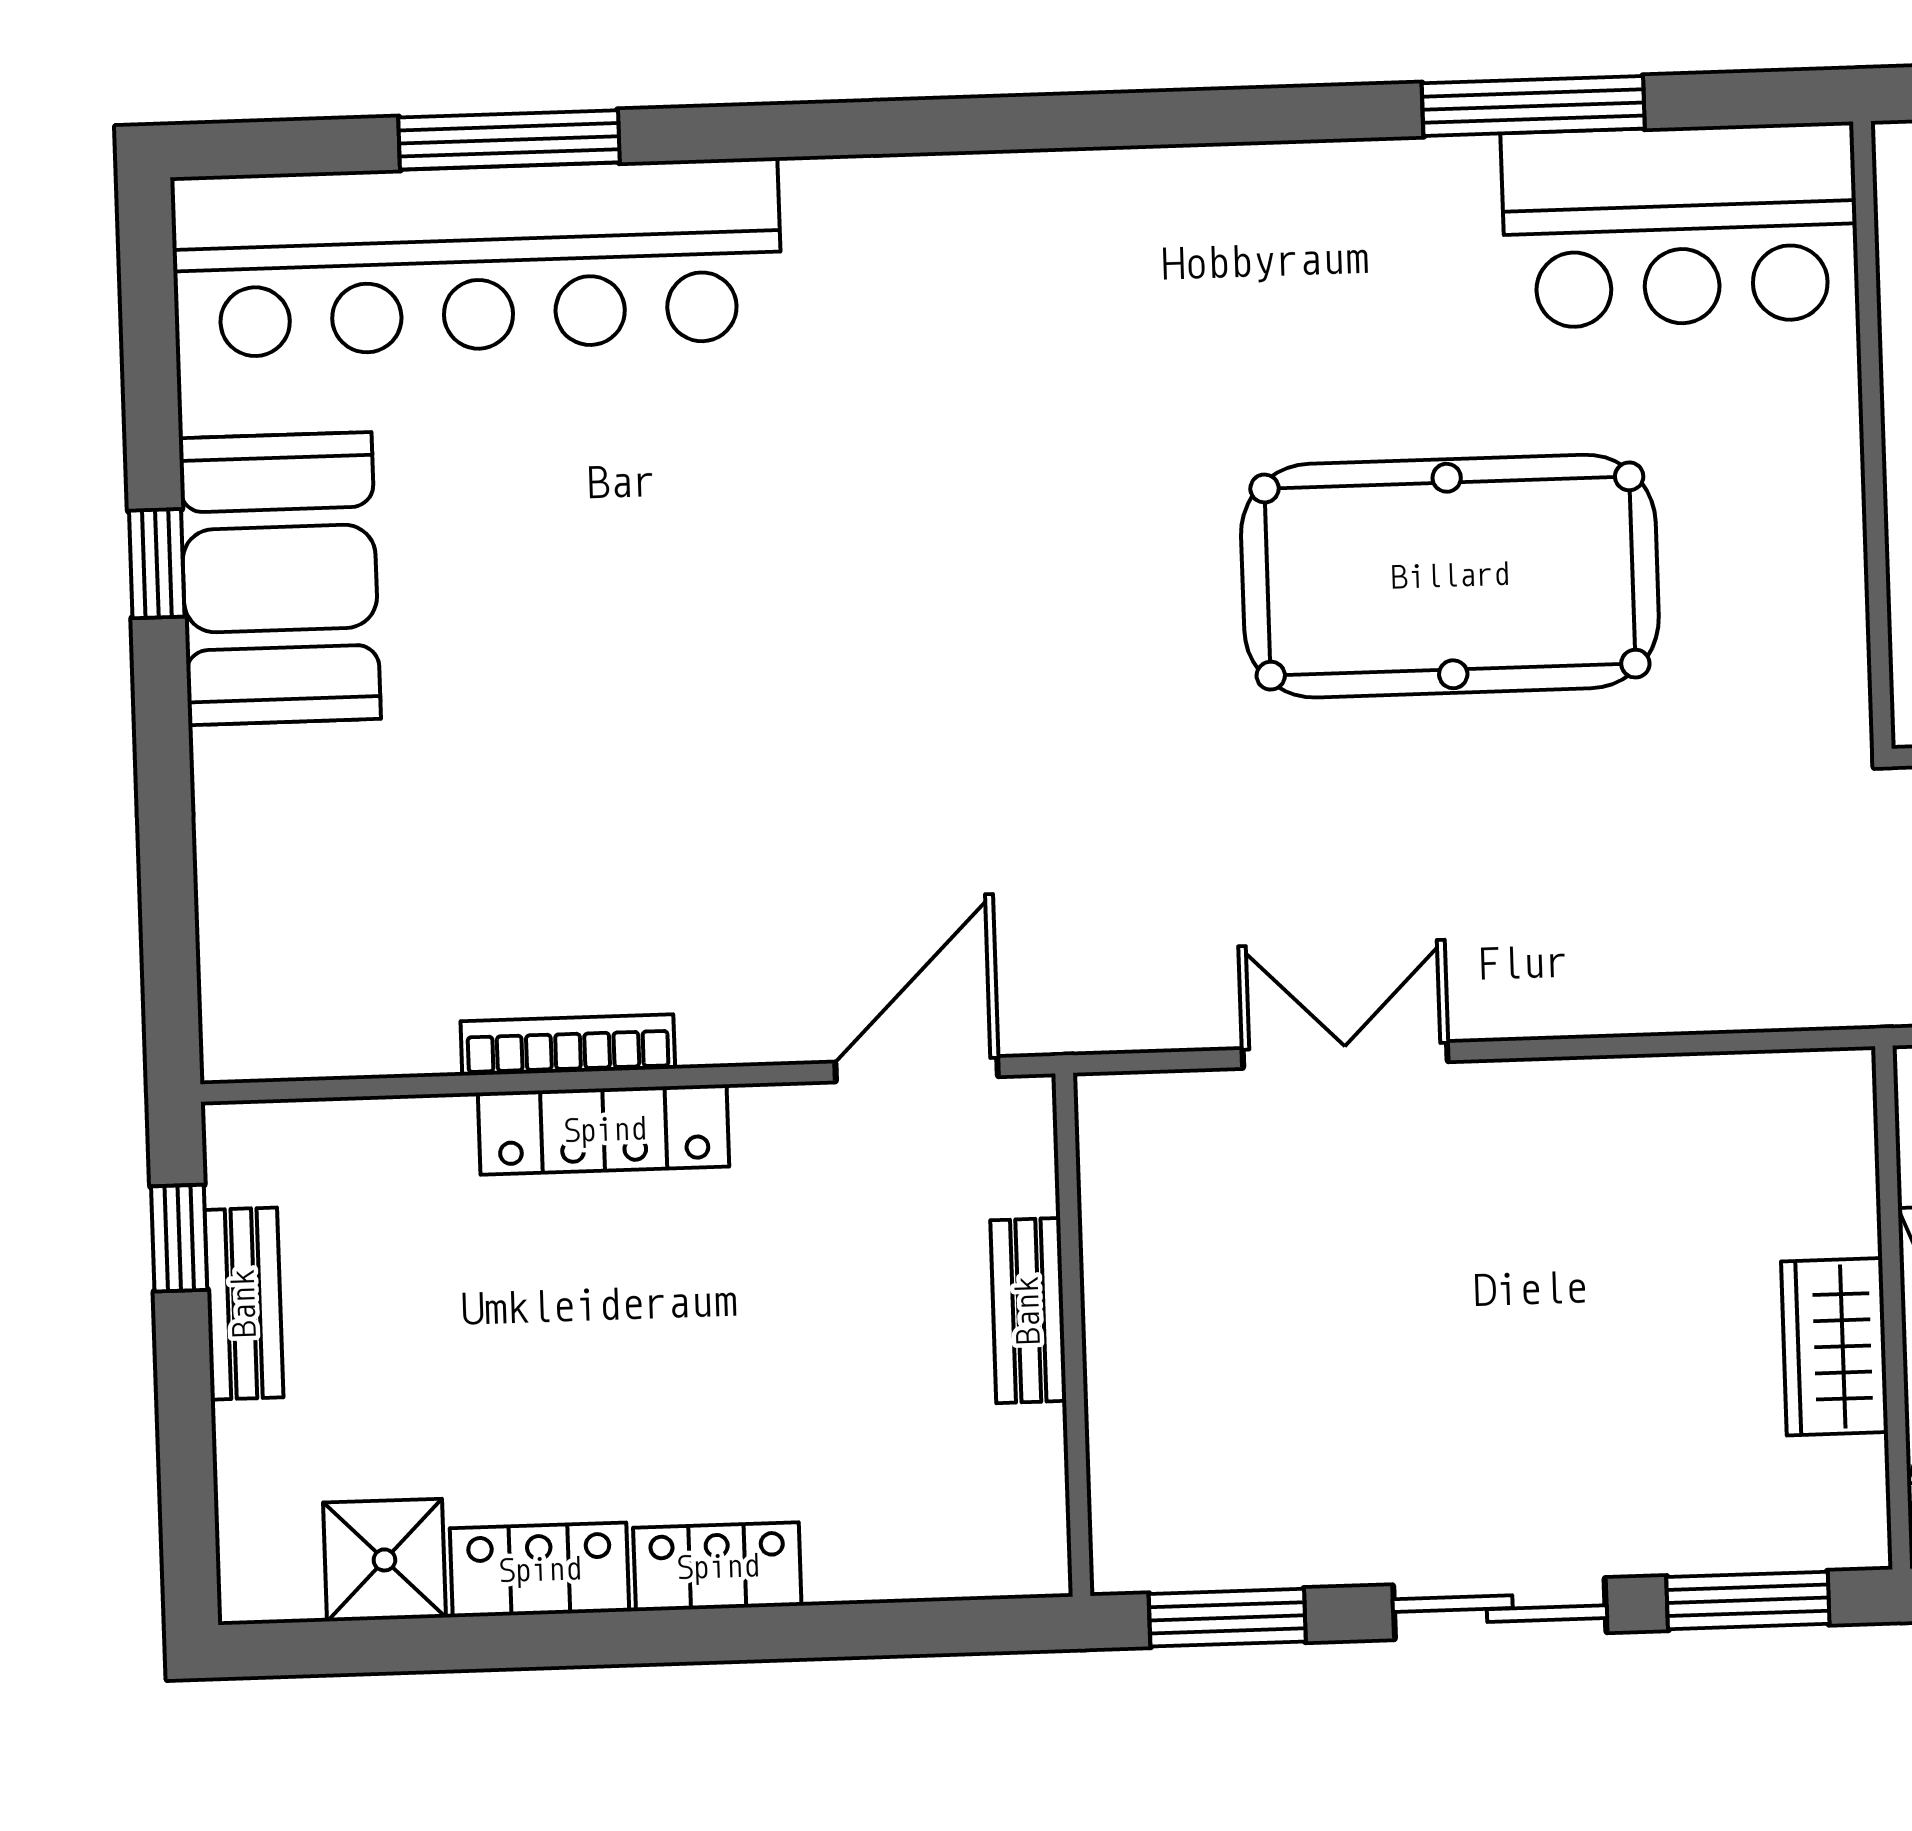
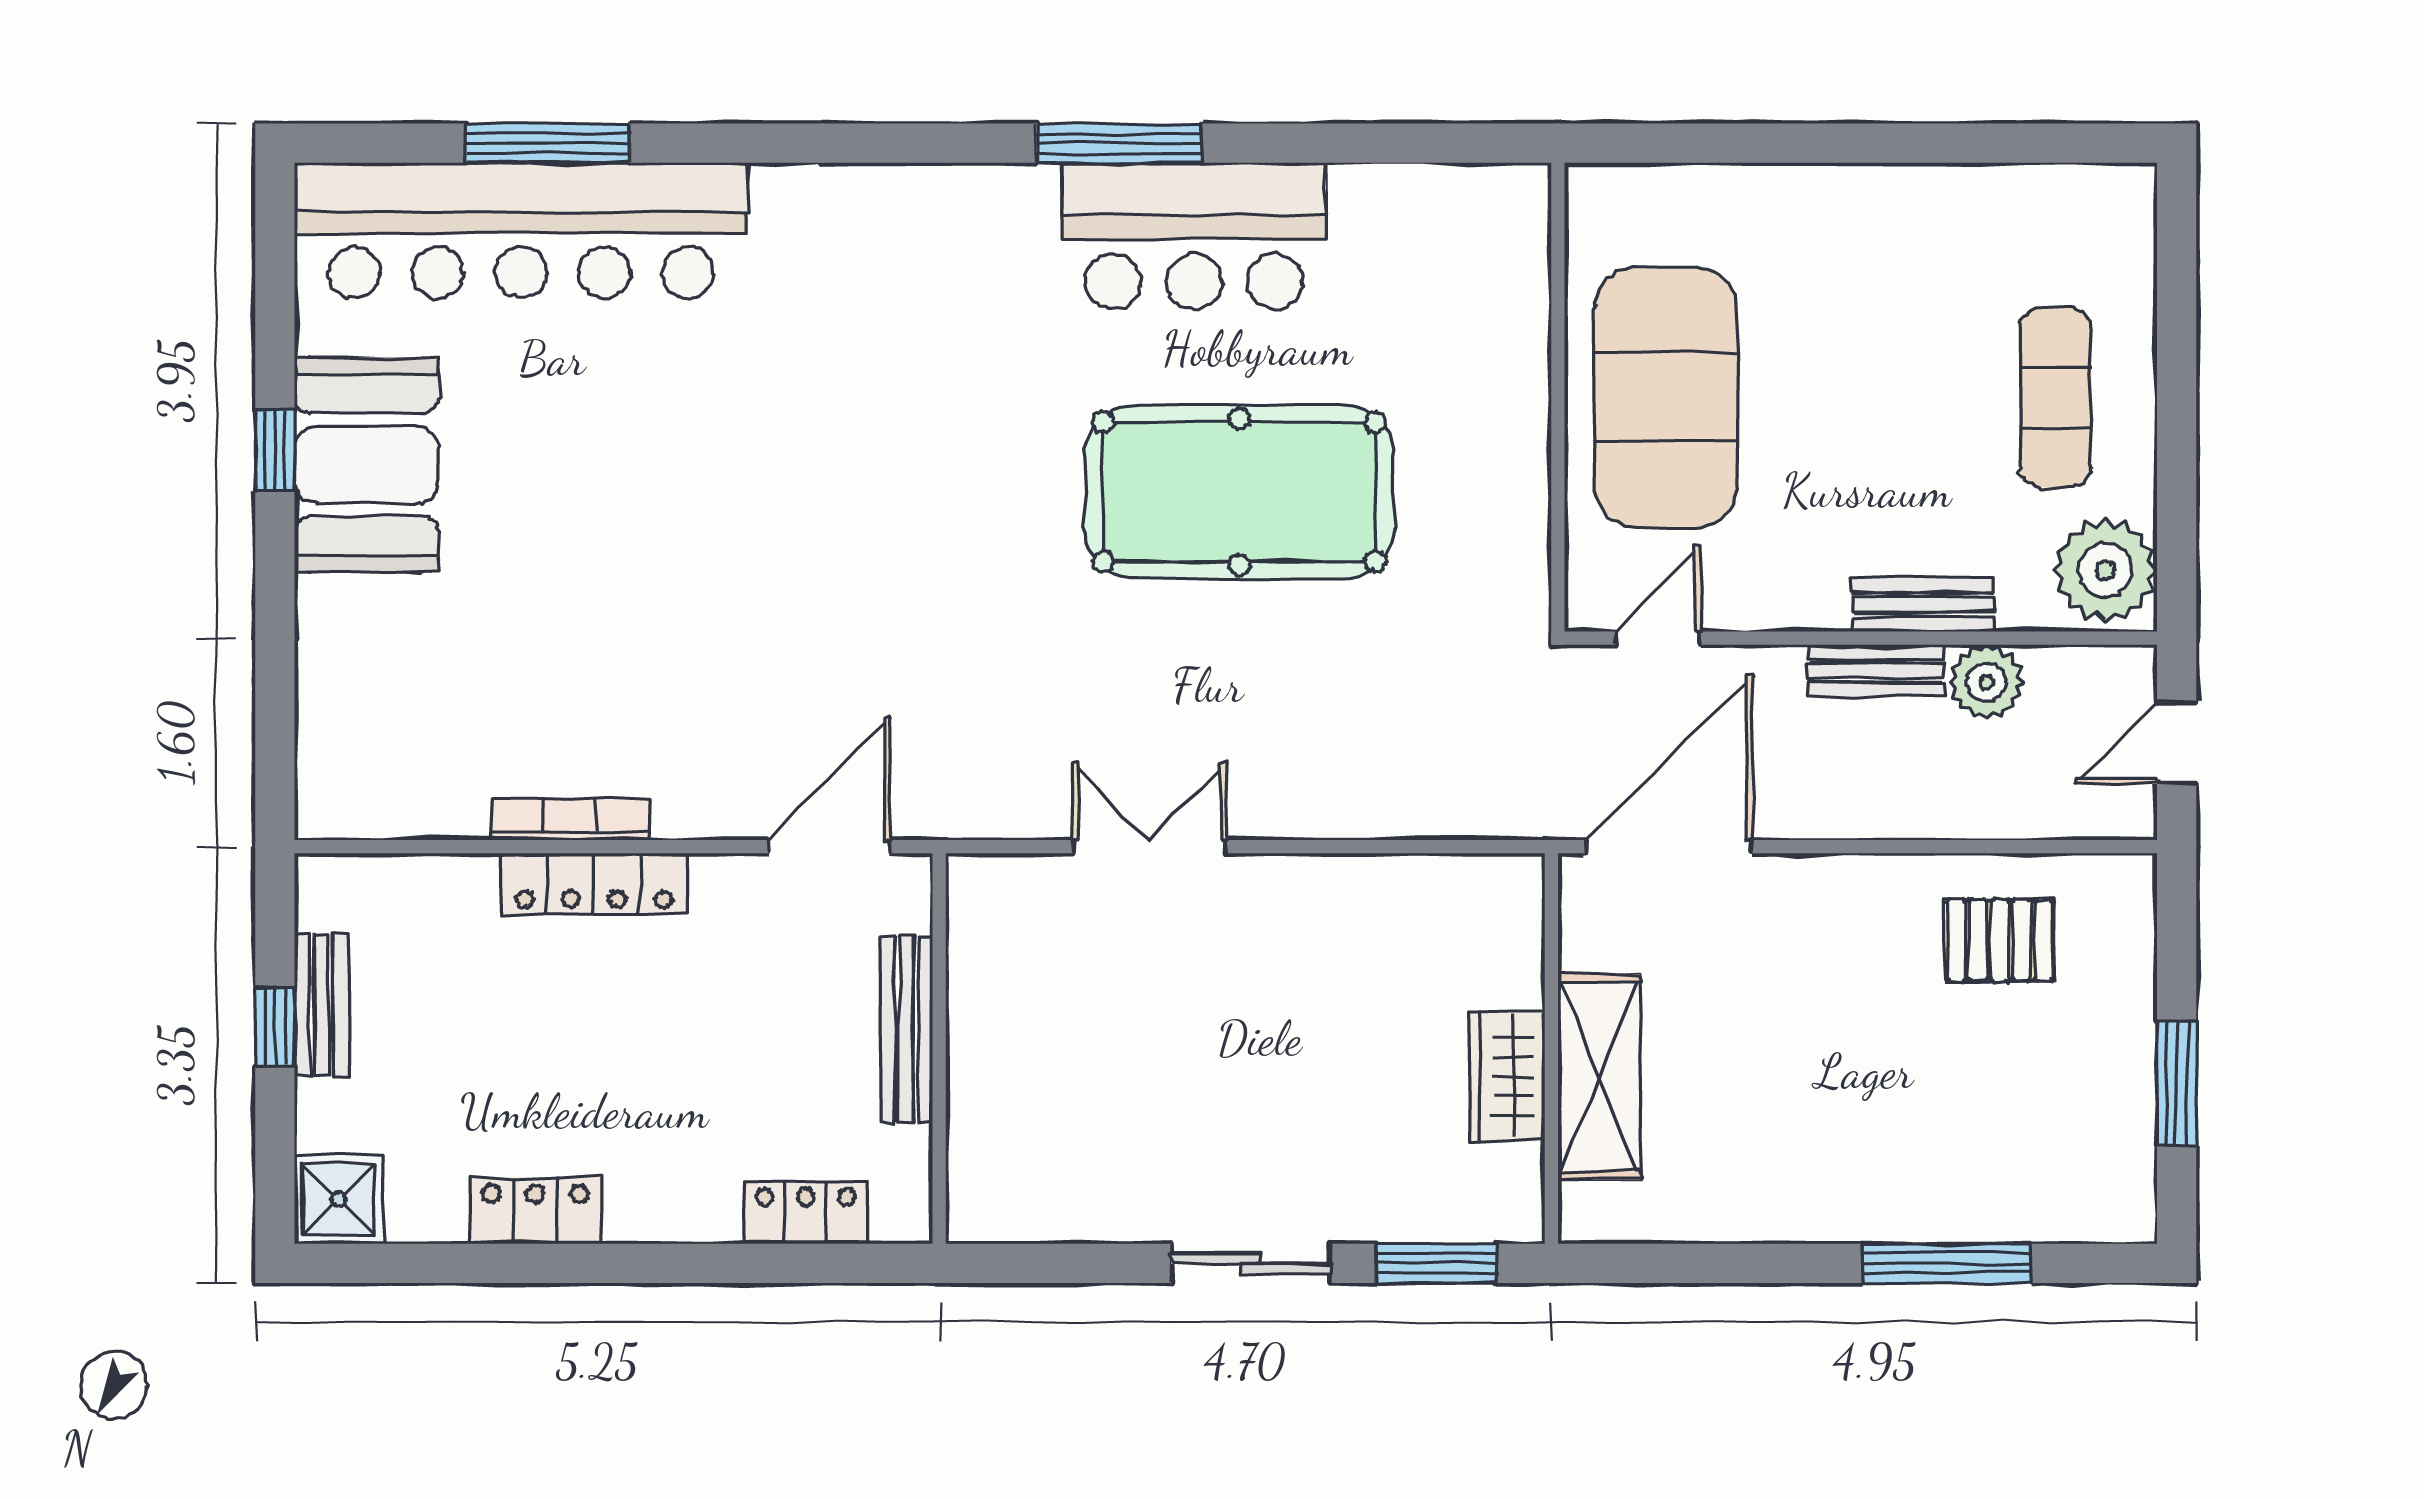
window: (1533, 106) -> (1119, 143), moved
bar counter: (1680, 225) -> (1194, 236), moved
window: (179, 1238) -> (275, 1027), moved
bench: (1028, 1311) -> (907, 1029), width x1.36
shower: (384, 1560) -> (339, 1199), moved
locker: (717, 1567) -> (806, 1213), moved
window: (1227, 1618) -> (1047, 1263), removed

